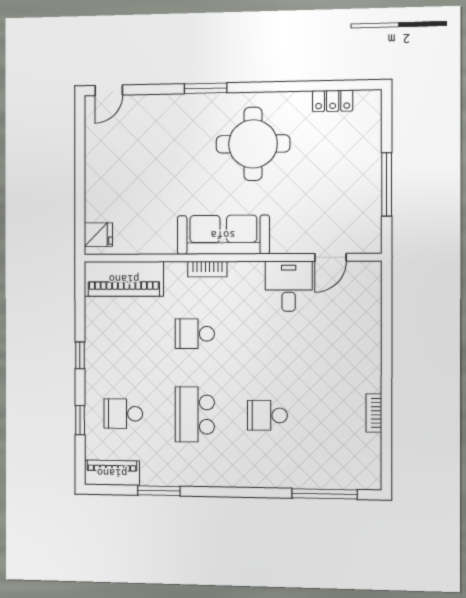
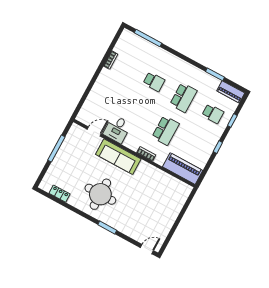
fridge: (98, 235) -> (183, 192), removed
sofa: (223, 235) -> (118, 157), moved
school desk: (195, 334) -> (166, 130), width x1.85

